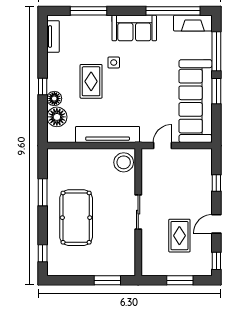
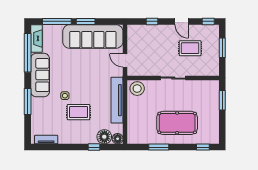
window: (89, 11) -> (28, 102), moved
sofa: (134, 28) -> (40, 75), width x1.36
window: (43, 86) -> (94, 147), moved
floor lamp: (54, 99) -> (118, 139), moved

